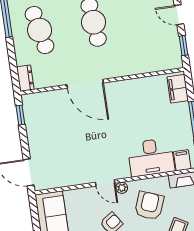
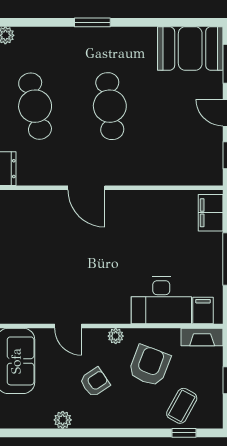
door: (85, 84) -> (86, 188), width x0.73
door: (105, 183) -> (68, 326), moved

